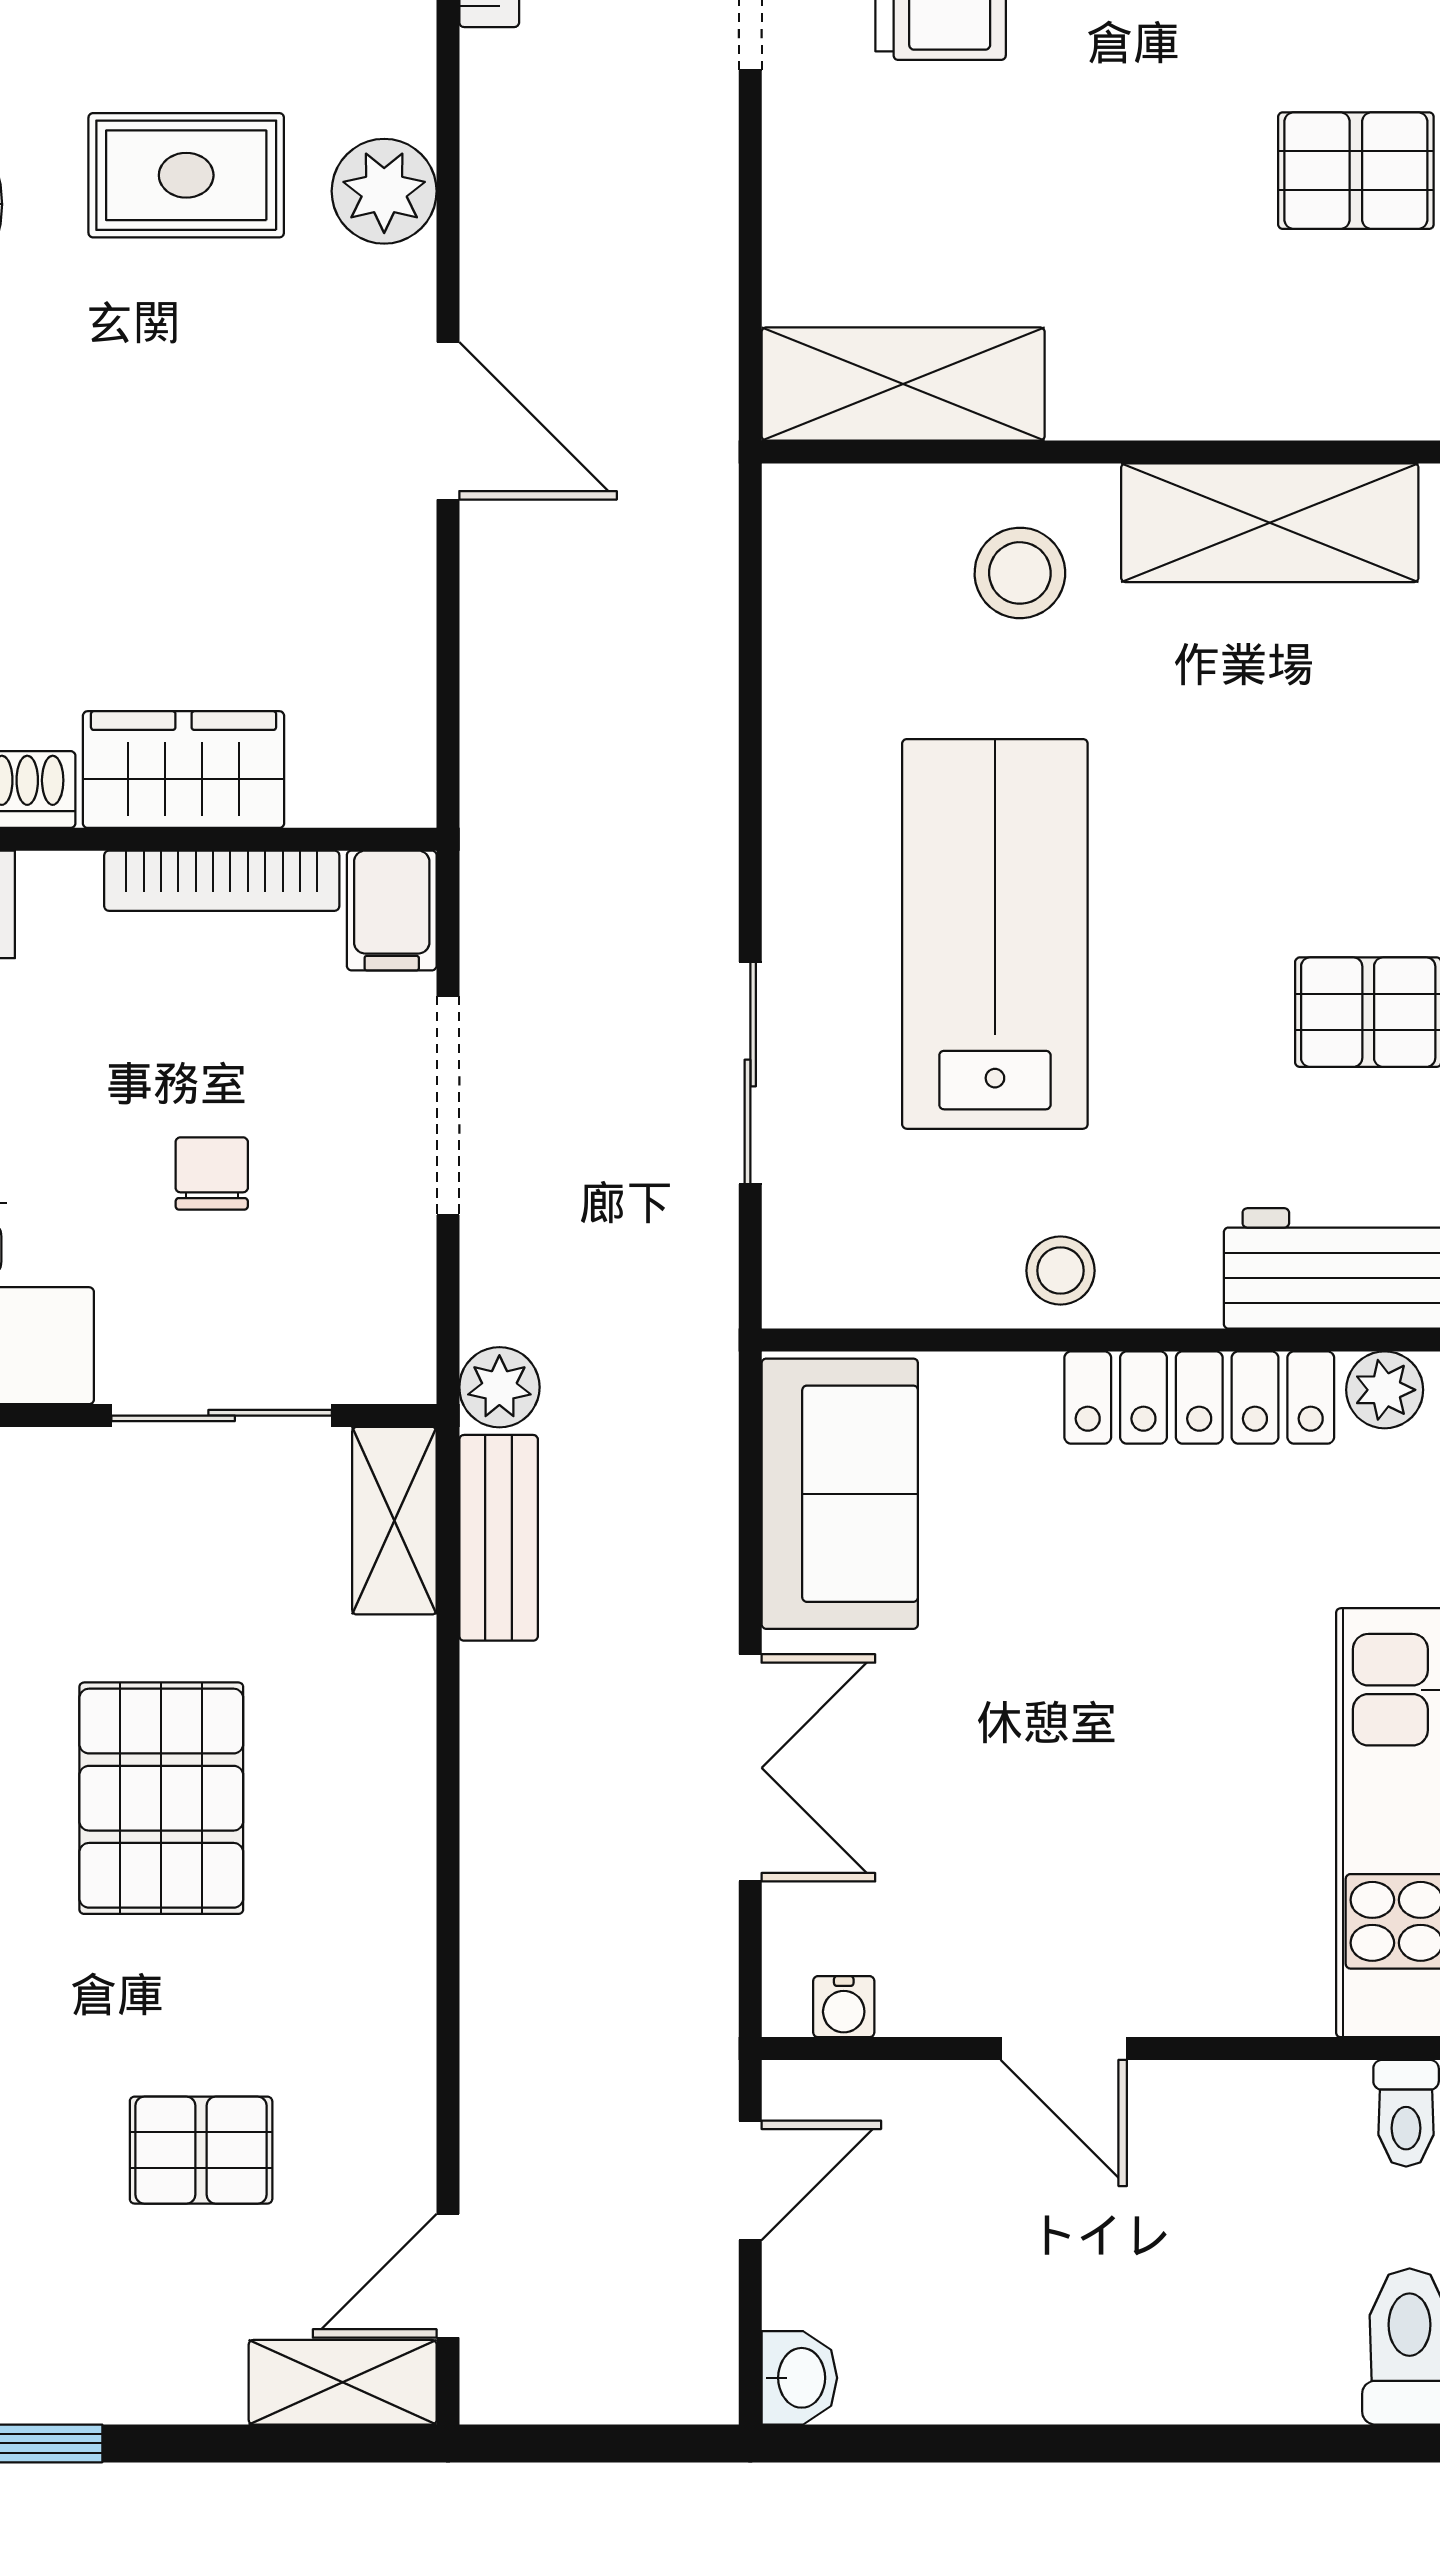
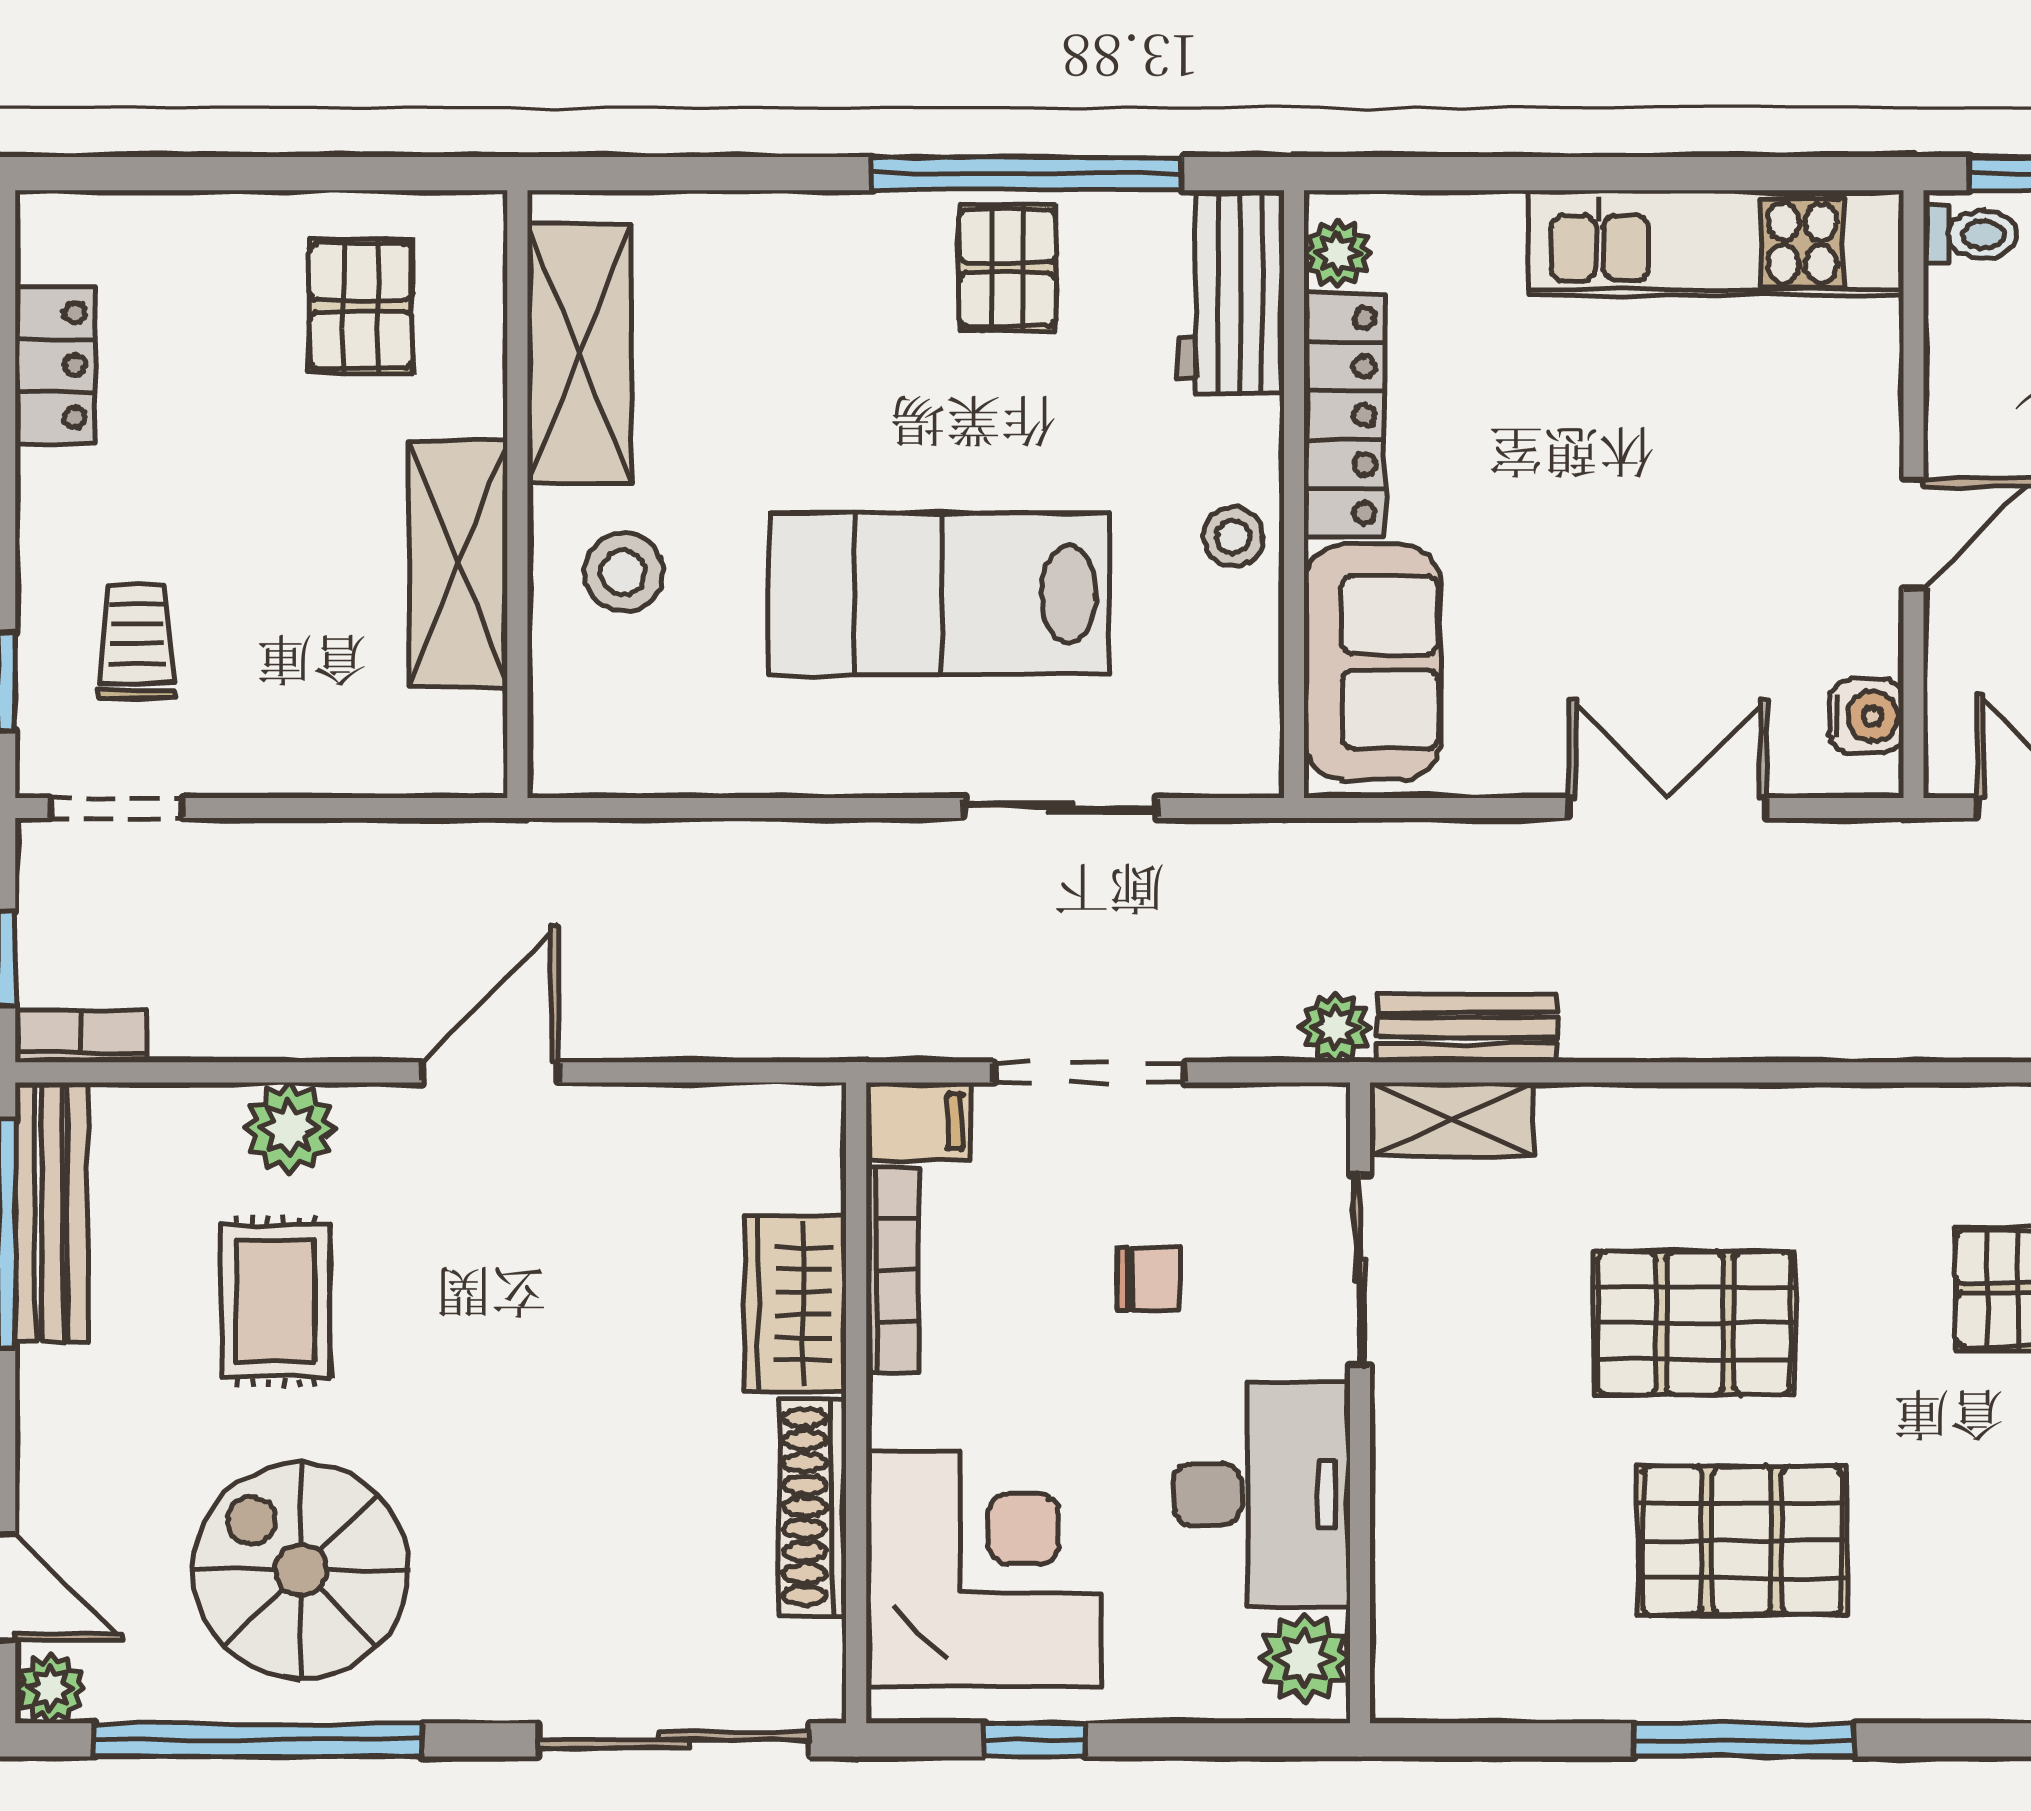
pallet: (1356, 171) -> (361, 306), moved
shelving: (903, 384) -> (458, 564), moved
chair: (212, 1174) -> (1148, 1279), turned 180
sofa: (840, 1494) -> (1372, 662), moved, turned 90
water cooler: (844, 2007) -> (1867, 716), width x1.38, depth x1.38

